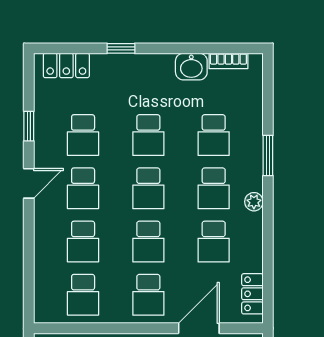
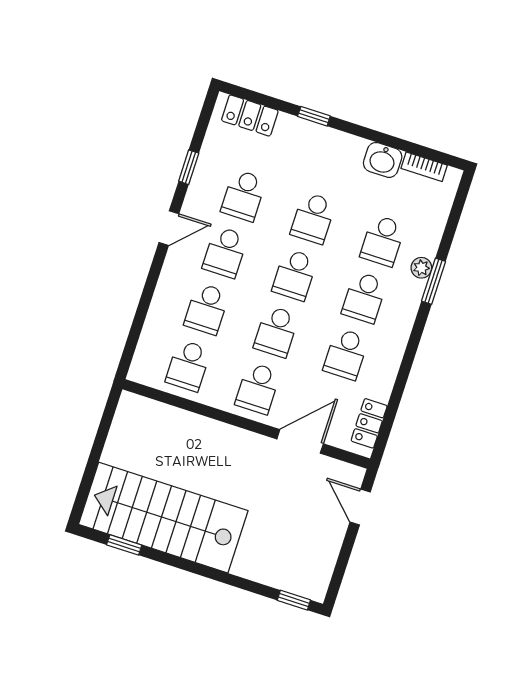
plant: (254, 202) -> (421, 268), moved

